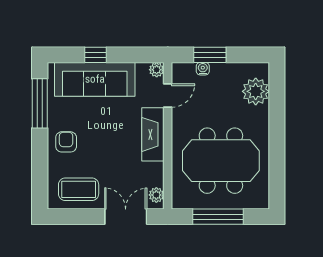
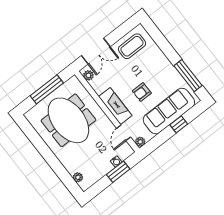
plant: (256, 91) -> (78, 177), width x0.53, depth x0.53
armchair: (66, 142) -> (142, 92), moved, turned 90
meeting table: (221, 161) -> (68, 120), turned 90

